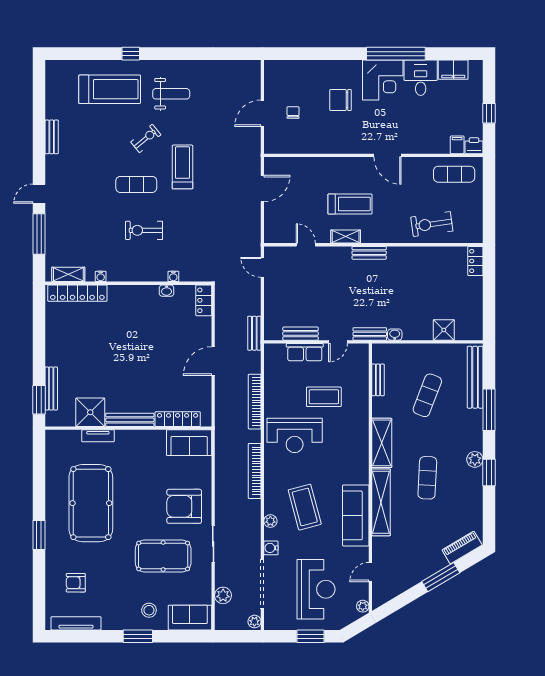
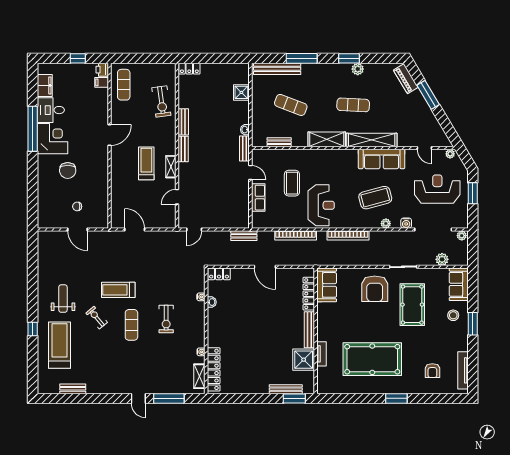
bench: (52, 137) -> (73, 389), moved
bench: (301, 334) -> (183, 122), moved
plant: (475, 459) -> (358, 69), moved

